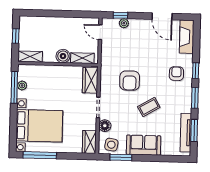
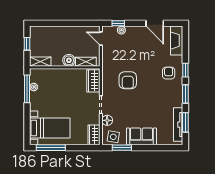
coffee table: (149, 107) -> (145, 103), removed
bed with nightstands: (39, 126) -> (50, 128), width x0.73

